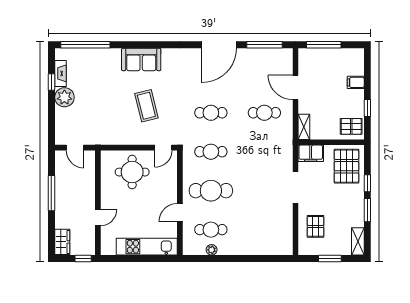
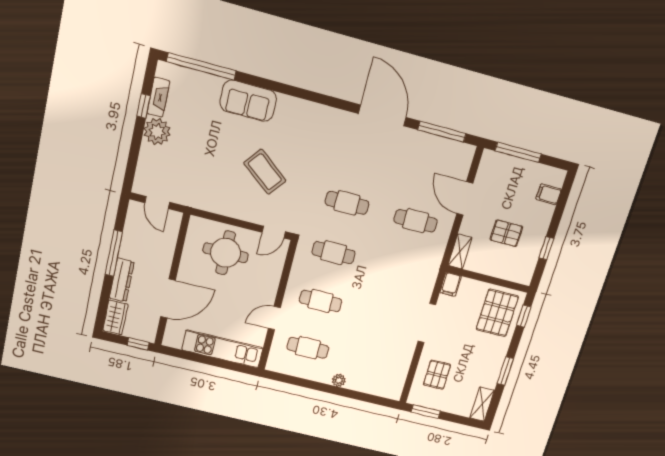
door: (219, 45) -> (382, 115), swing flipped
sofa: (141, 59) -> (248, 101), moved
filing cabinet: (356, 82) -> (549, 194), moved
coffee table: (146, 106) -> (265, 172), turned -38
pallet: (351, 126) -> (506, 233), moved
filing cabinet: (311, 153) -> (451, 284), width x0.50
window: (367, 183) -> (524, 316), moved
cafe table: (211, 191) -> (321, 301), width x0.73, depth x0.74
dresser: (61, 212) -> (122, 280), added
door: (98, 218) -> (168, 299), width x1.88
plant: (212, 250) -> (339, 380), moved
window: (330, 259) -> (426, 412), moved

